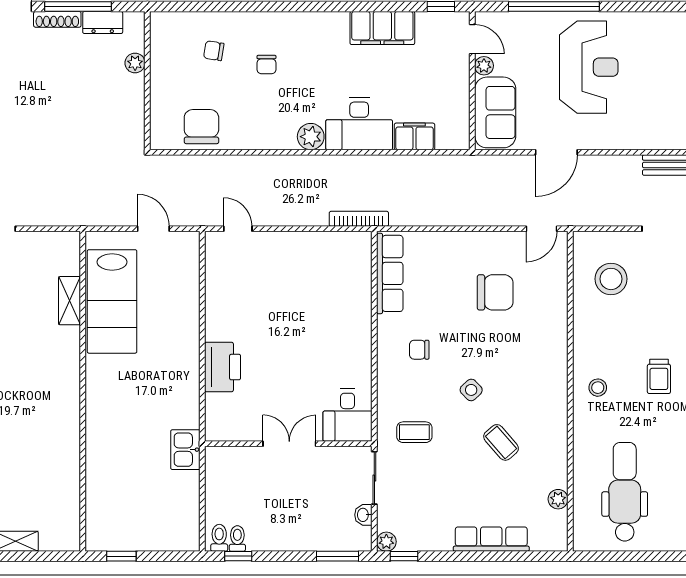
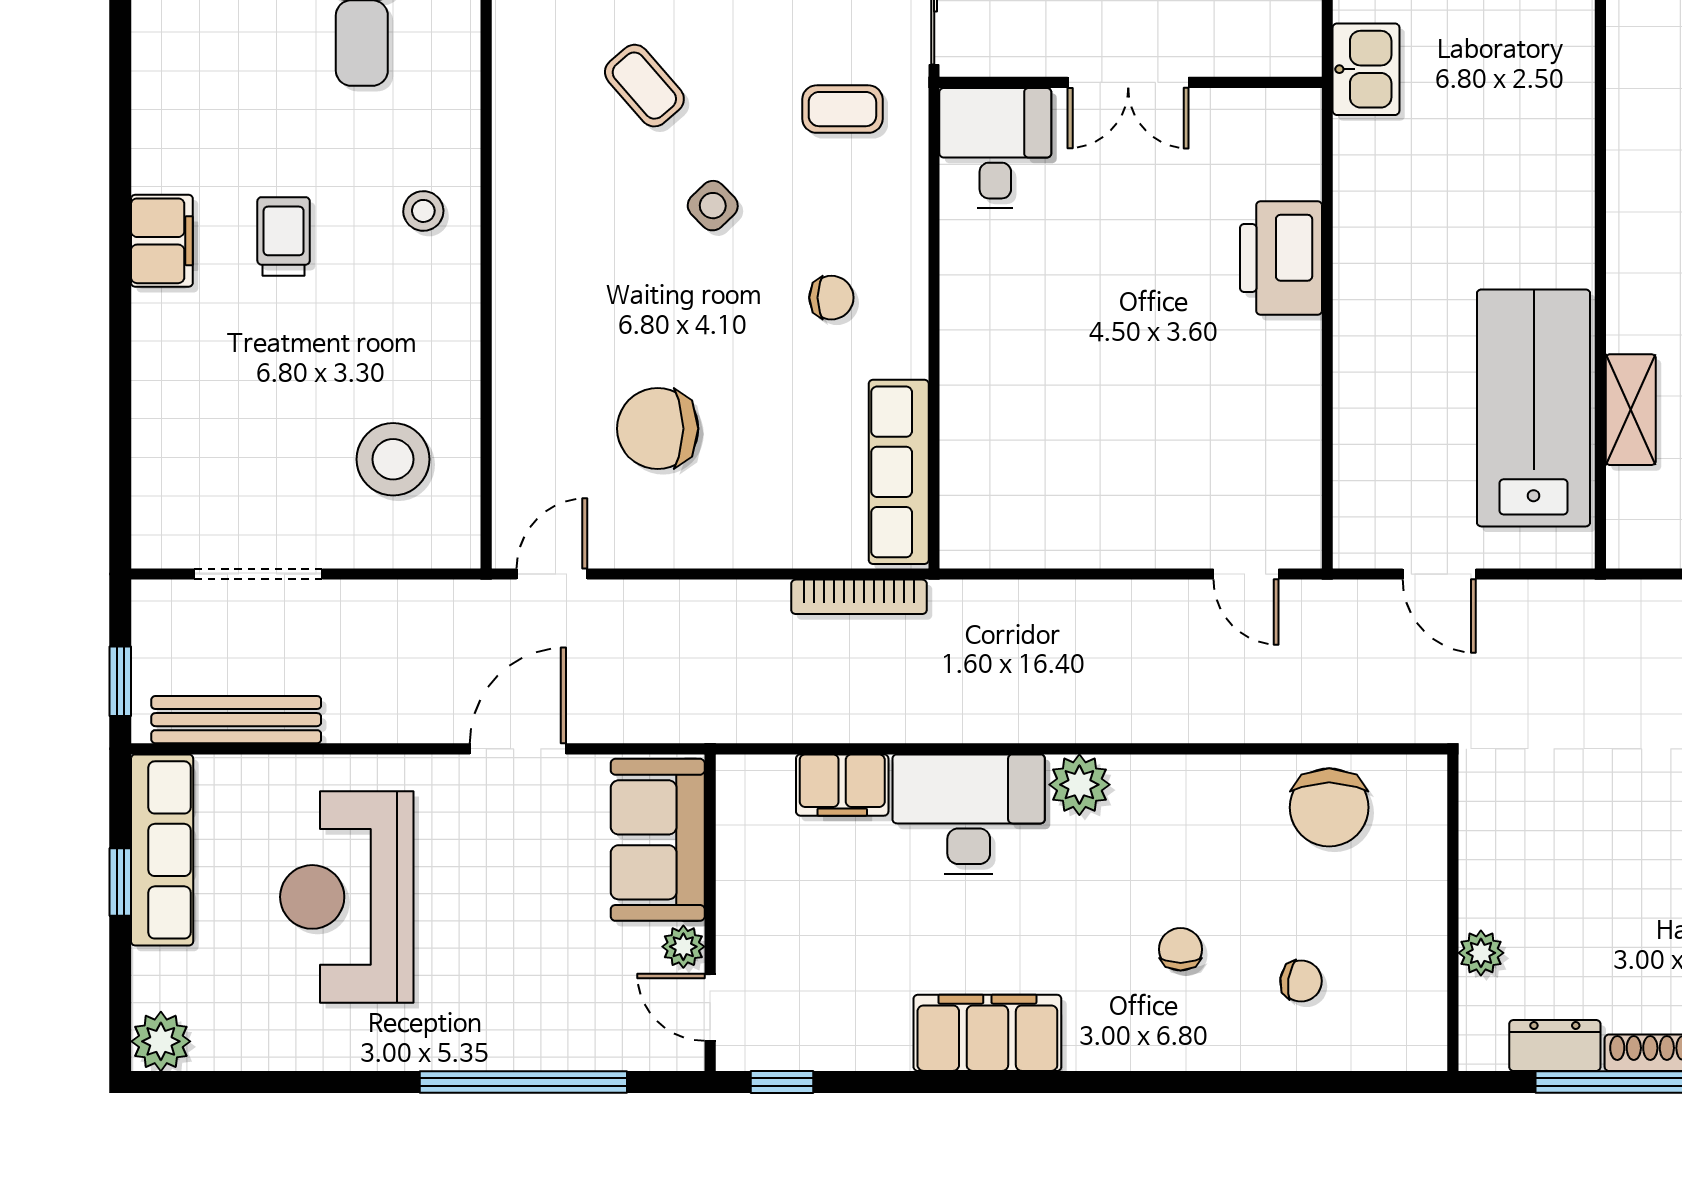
filing cabinet: (382, 28) -> (987, 1033), moved
reception desk: (589, 67) -> (347, 897), moved
bookcase: (359, 219) -> (859, 597), moved

